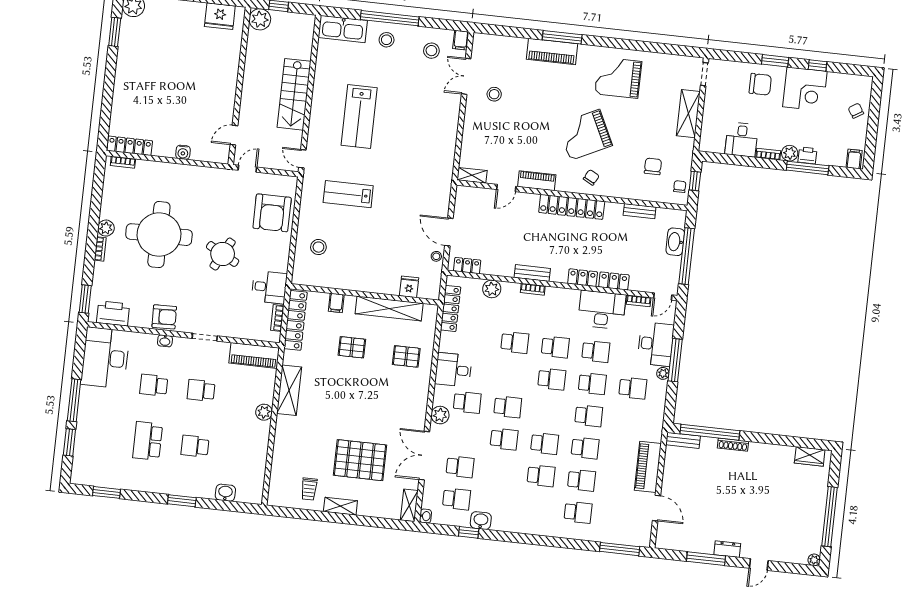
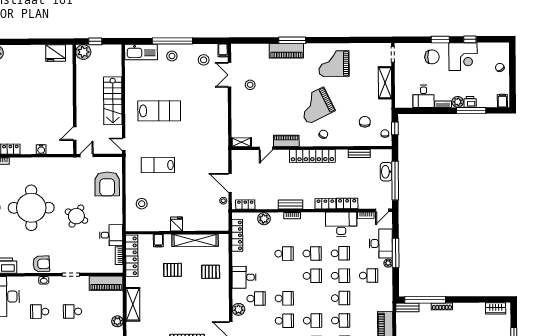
lab bench: (359, 116) -> (159, 111), turned -90
fridge: (409, 287) -> (176, 224), moved

